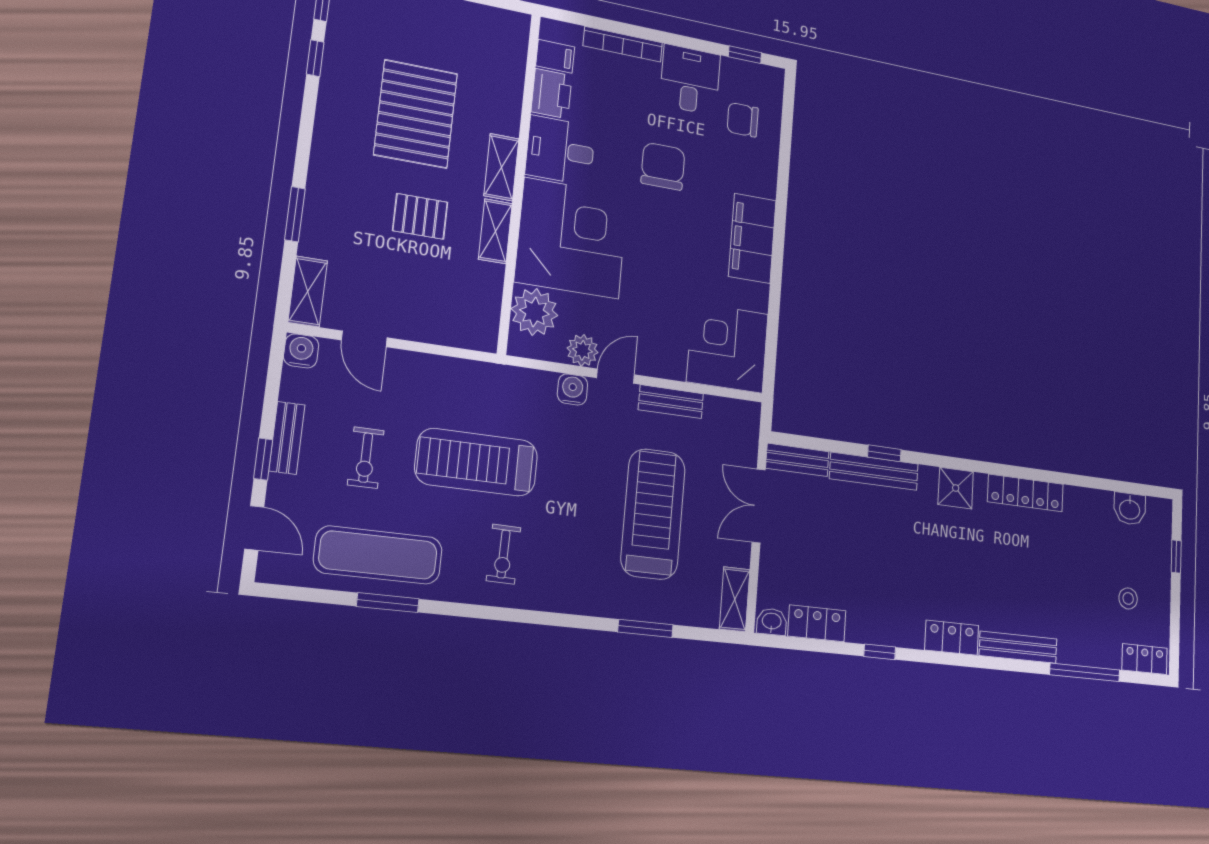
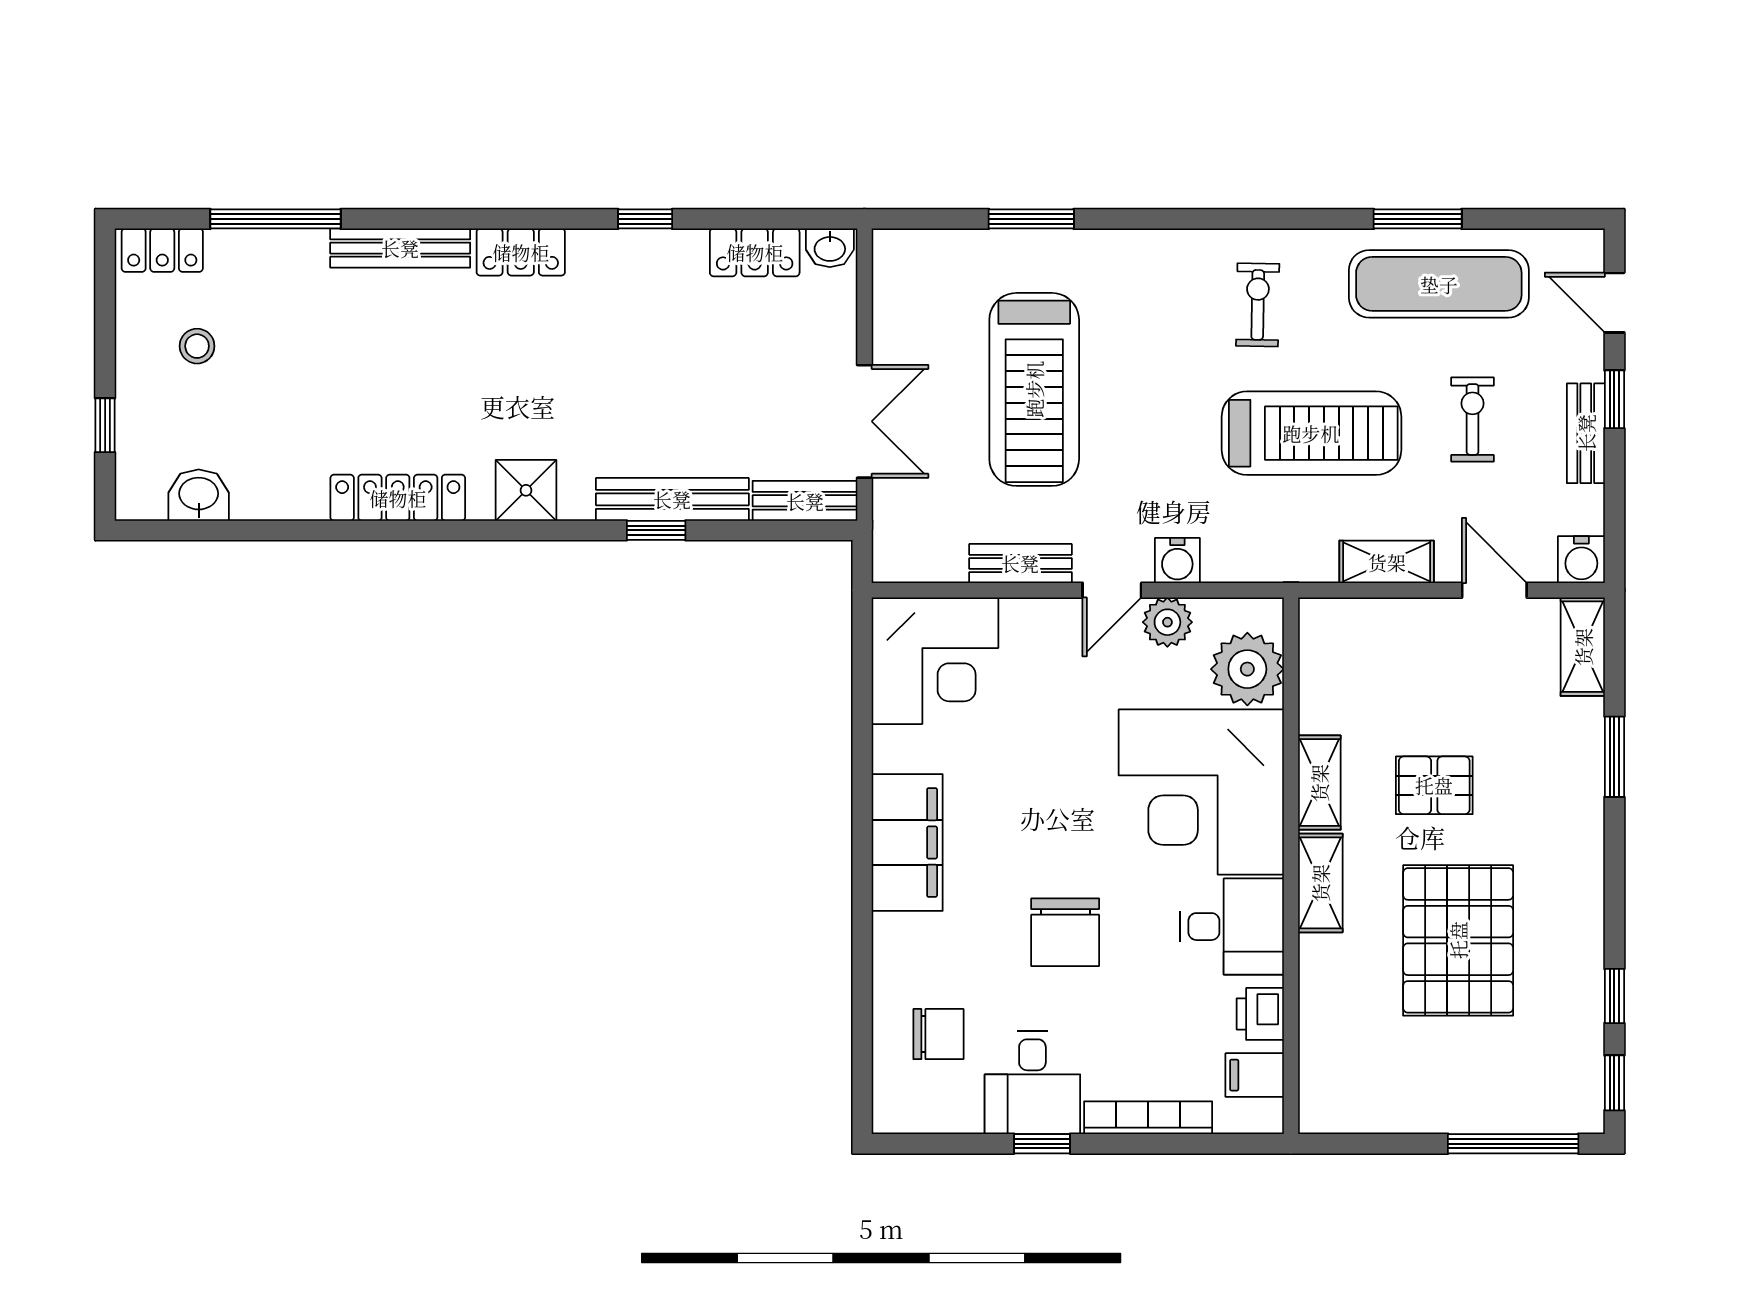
window: (745, 55) -> (1042, 1144), moved
printer: (552, 94) -> (1260, 1014), width x0.73, depth x0.81
shelving: (735, 599) -> (1387, 562), moved, turned 90

